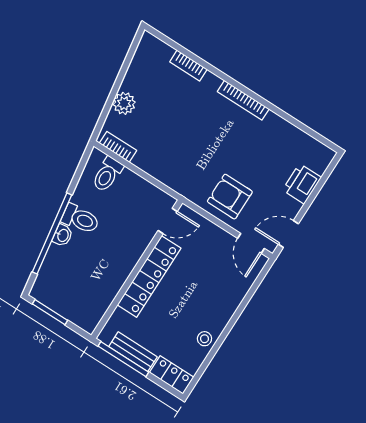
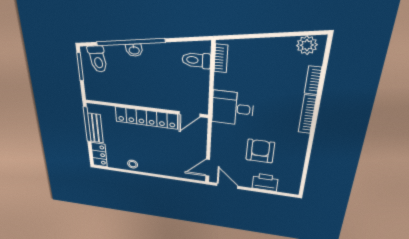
bookcase: (243, 100) -> (307, 114), moved
plant: (124, 103) -> (307, 45), moved
desk: (183, 167) -> (233, 108), added
armchair: (230, 197) -> (260, 151), moved
toilet: (80, 219) -> (98, 59), moved
door: (168, 221) -> (189, 114), hinge flipped

